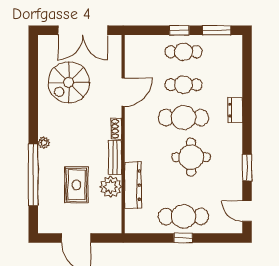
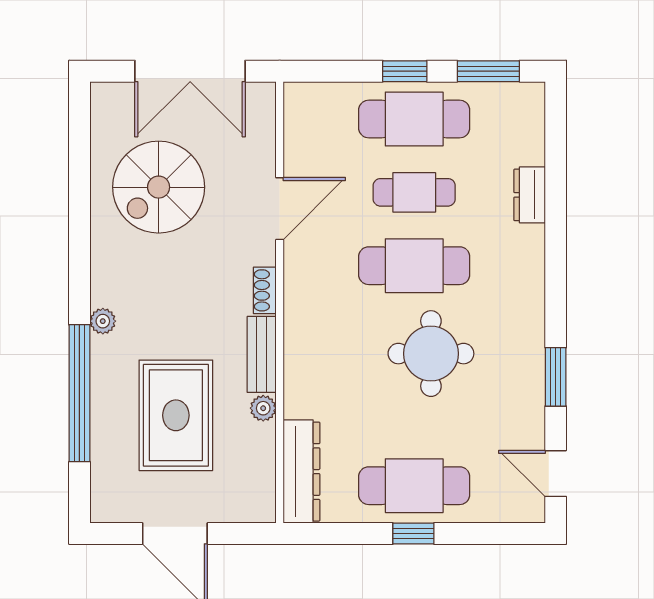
cafe table: (184, 52) -> (414, 119), width x1.37, depth x1.35
dresser: (235, 110) -> (530, 195), moved
rug: (76, 185) -> (176, 415), width x1.36, depth x1.43
dresser: (133, 185) -> (301, 472), moved
plant: (111, 187) -> (263, 408), width x0.53, depth x0.53

